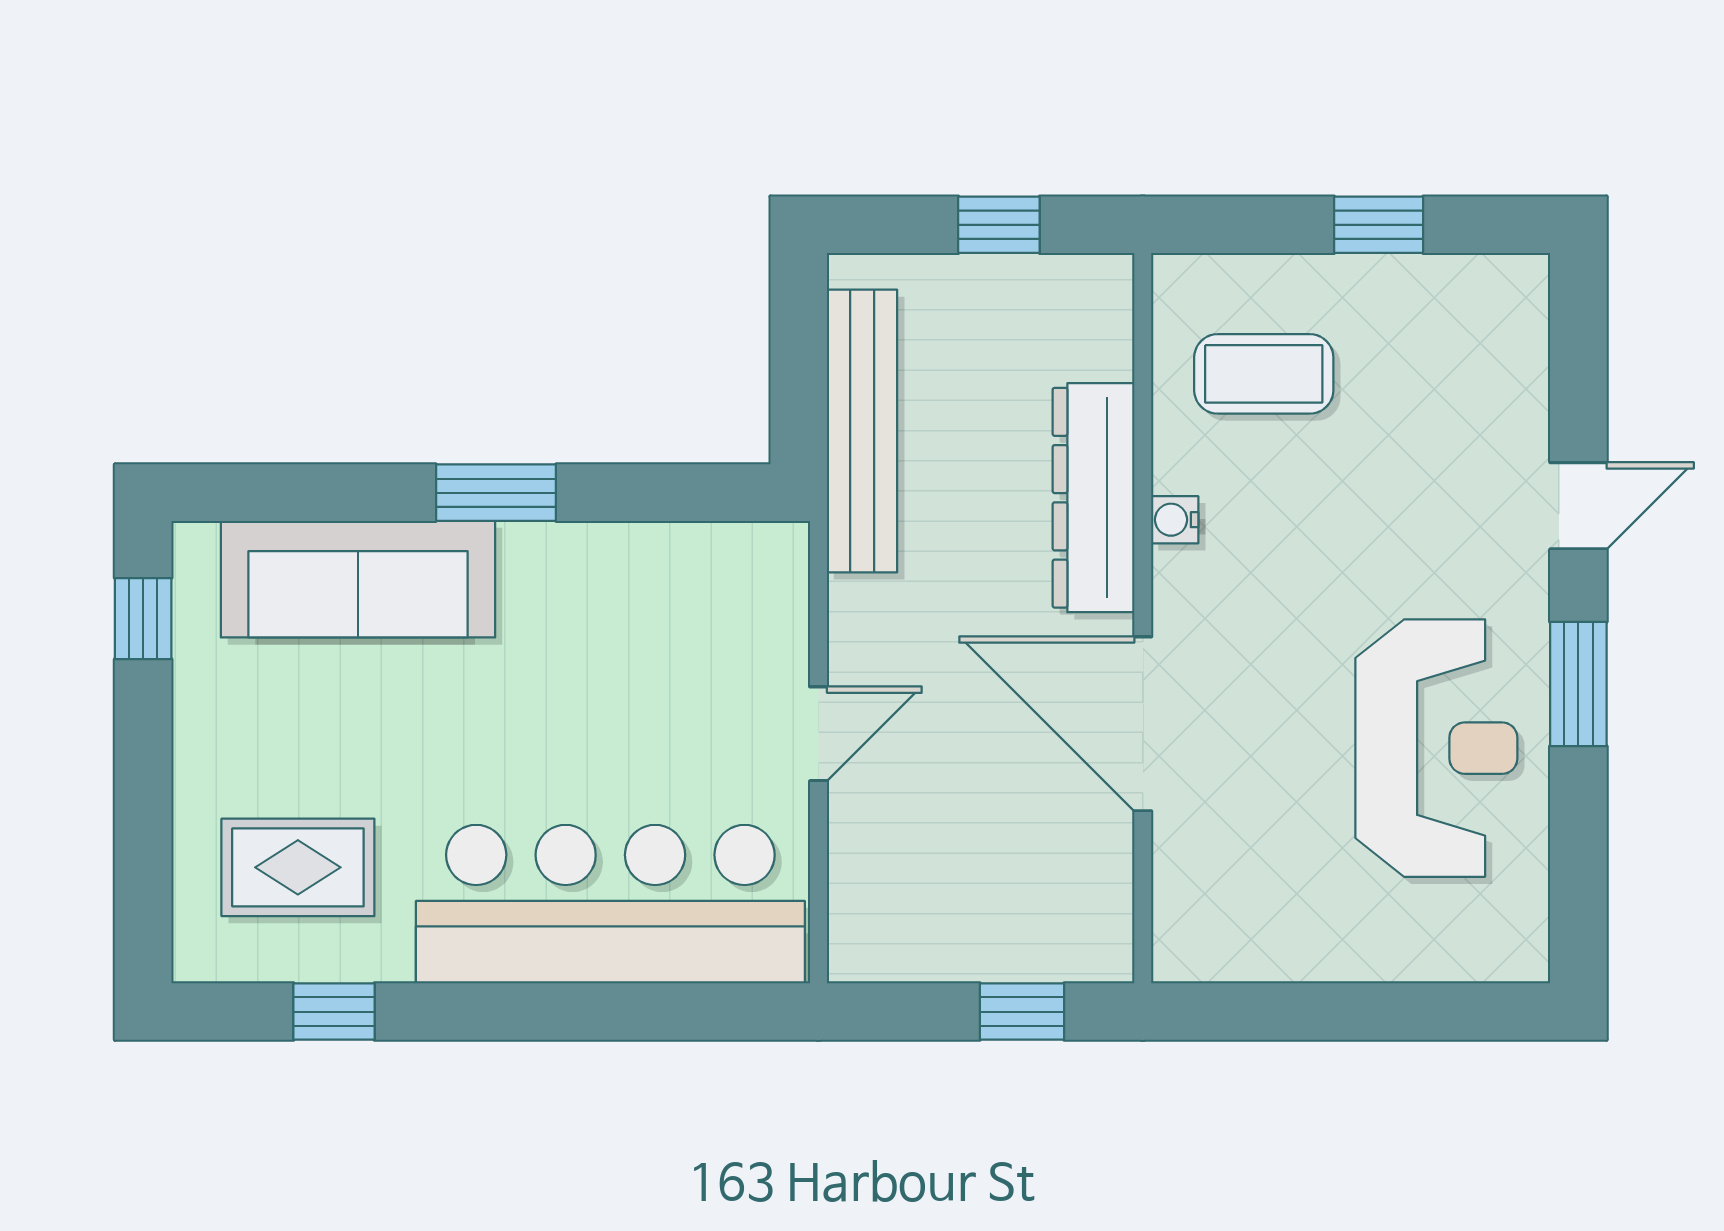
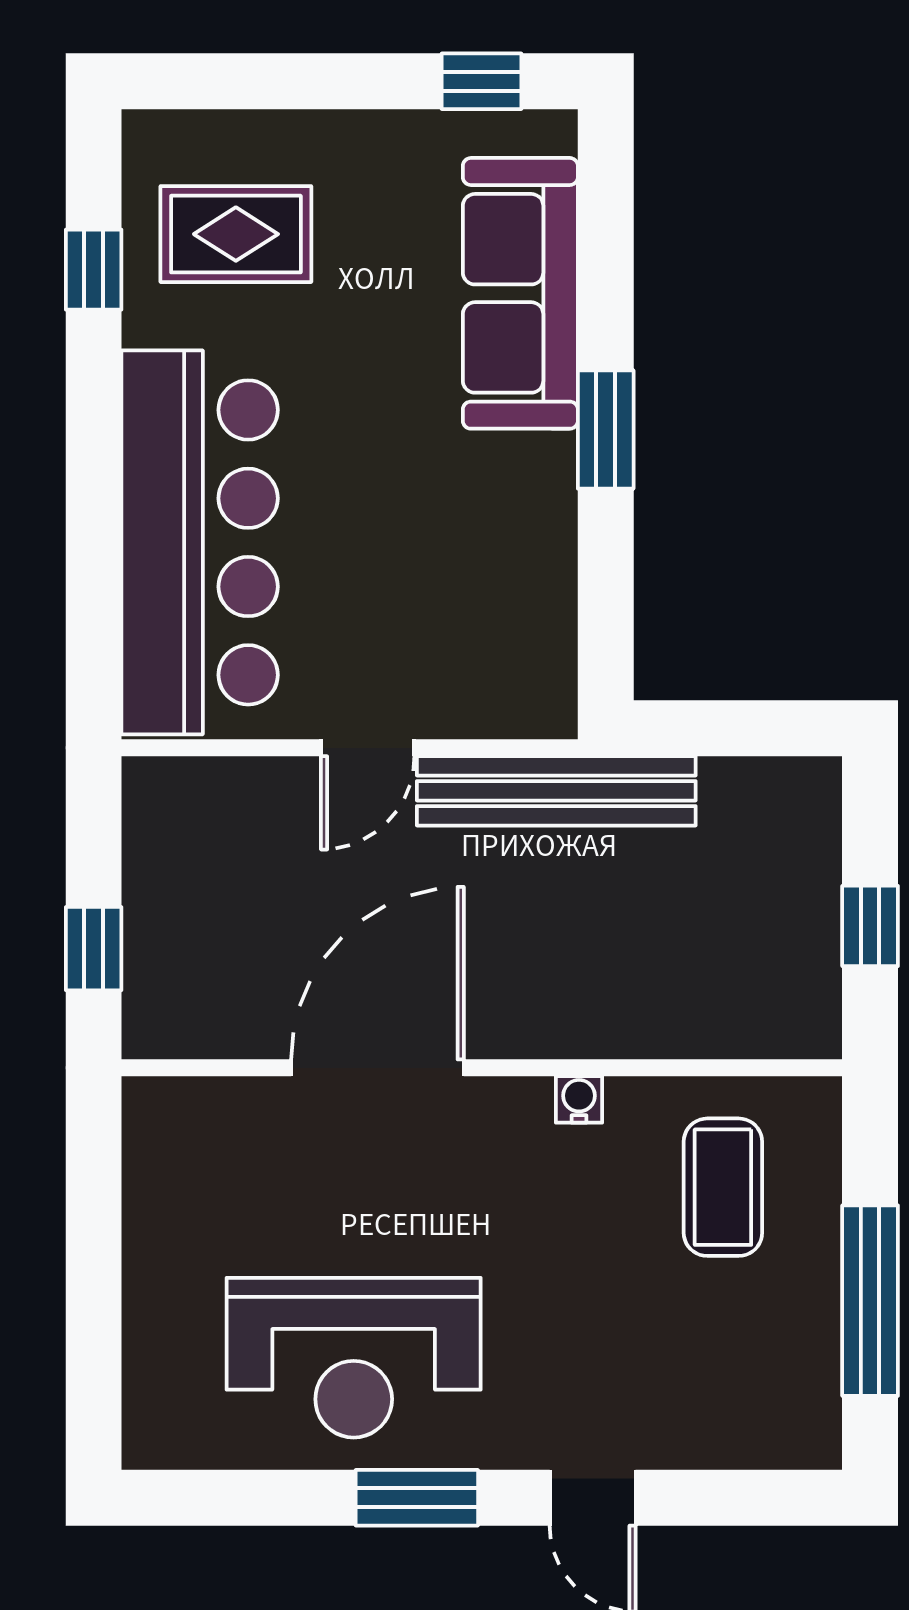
window: (1379, 225) -> (870, 1301), width x2.17
bench: (862, 431) -> (556, 791), moved
dresser: (1093, 498) -> (601, 1019), removed
door: (818, 734) -> (368, 748), hinge flipped
rug: (298, 867) -> (236, 234), turned 90

